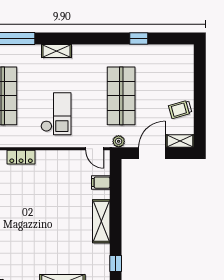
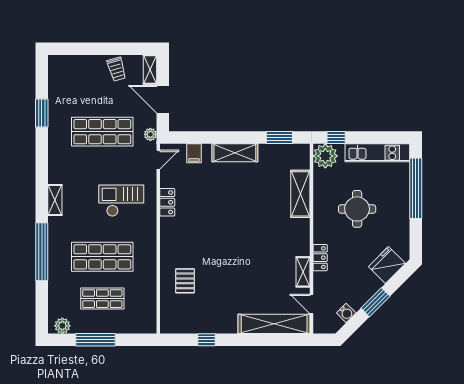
window: (139, 39) -> (42, 113), width x1.50
locker: (21, 157) -> (167, 202), moved
window: (116, 263) -> (279, 138), width x1.50

